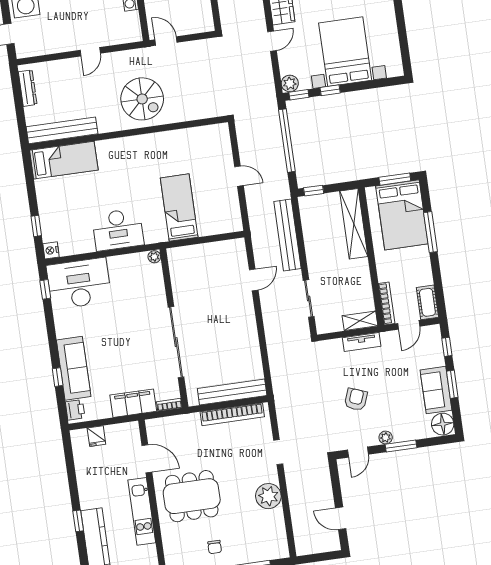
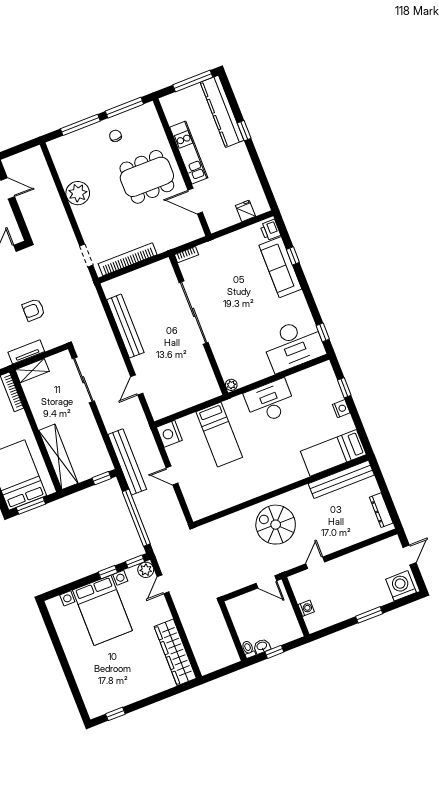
door: (272, 41) -> (163, 584), moved
door: (90, 52) -> (315, 563), moved
nightstand: (231, 221) -> (169, 434), added
bench: (287, 235) -> (127, 462), moved
nightstand: (51, 250) -> (341, 409), moved
sliding door: (309, 299) -> (83, 380), width x1.37
bench: (232, 392) -> (125, 326), moved, turned 90
armchair: (356, 399) -> (34, 310), moved, turned 69
filing cabinet: (133, 403) -> (219, 248), removed
doorway: (278, 452) -> (86, 255), moved

